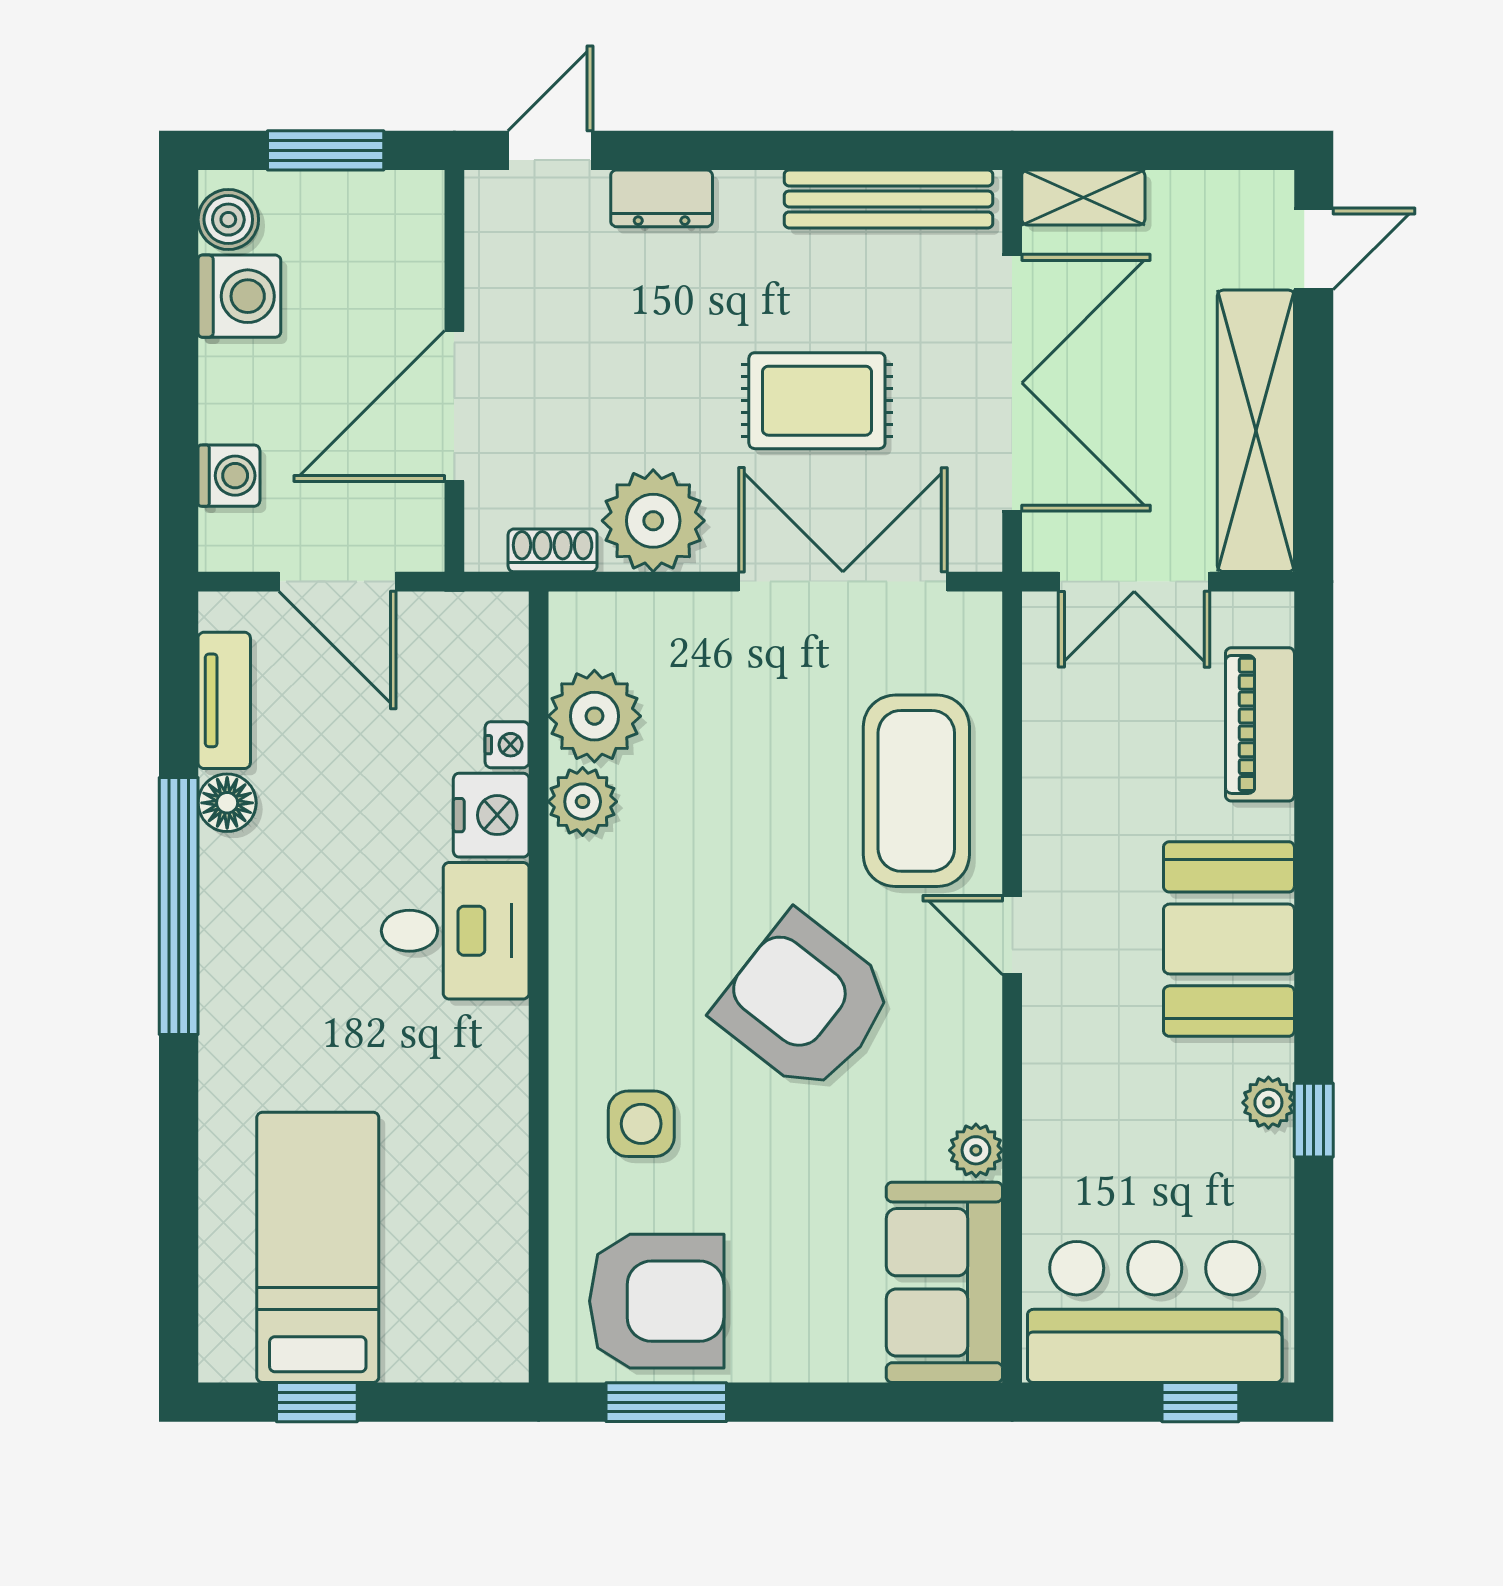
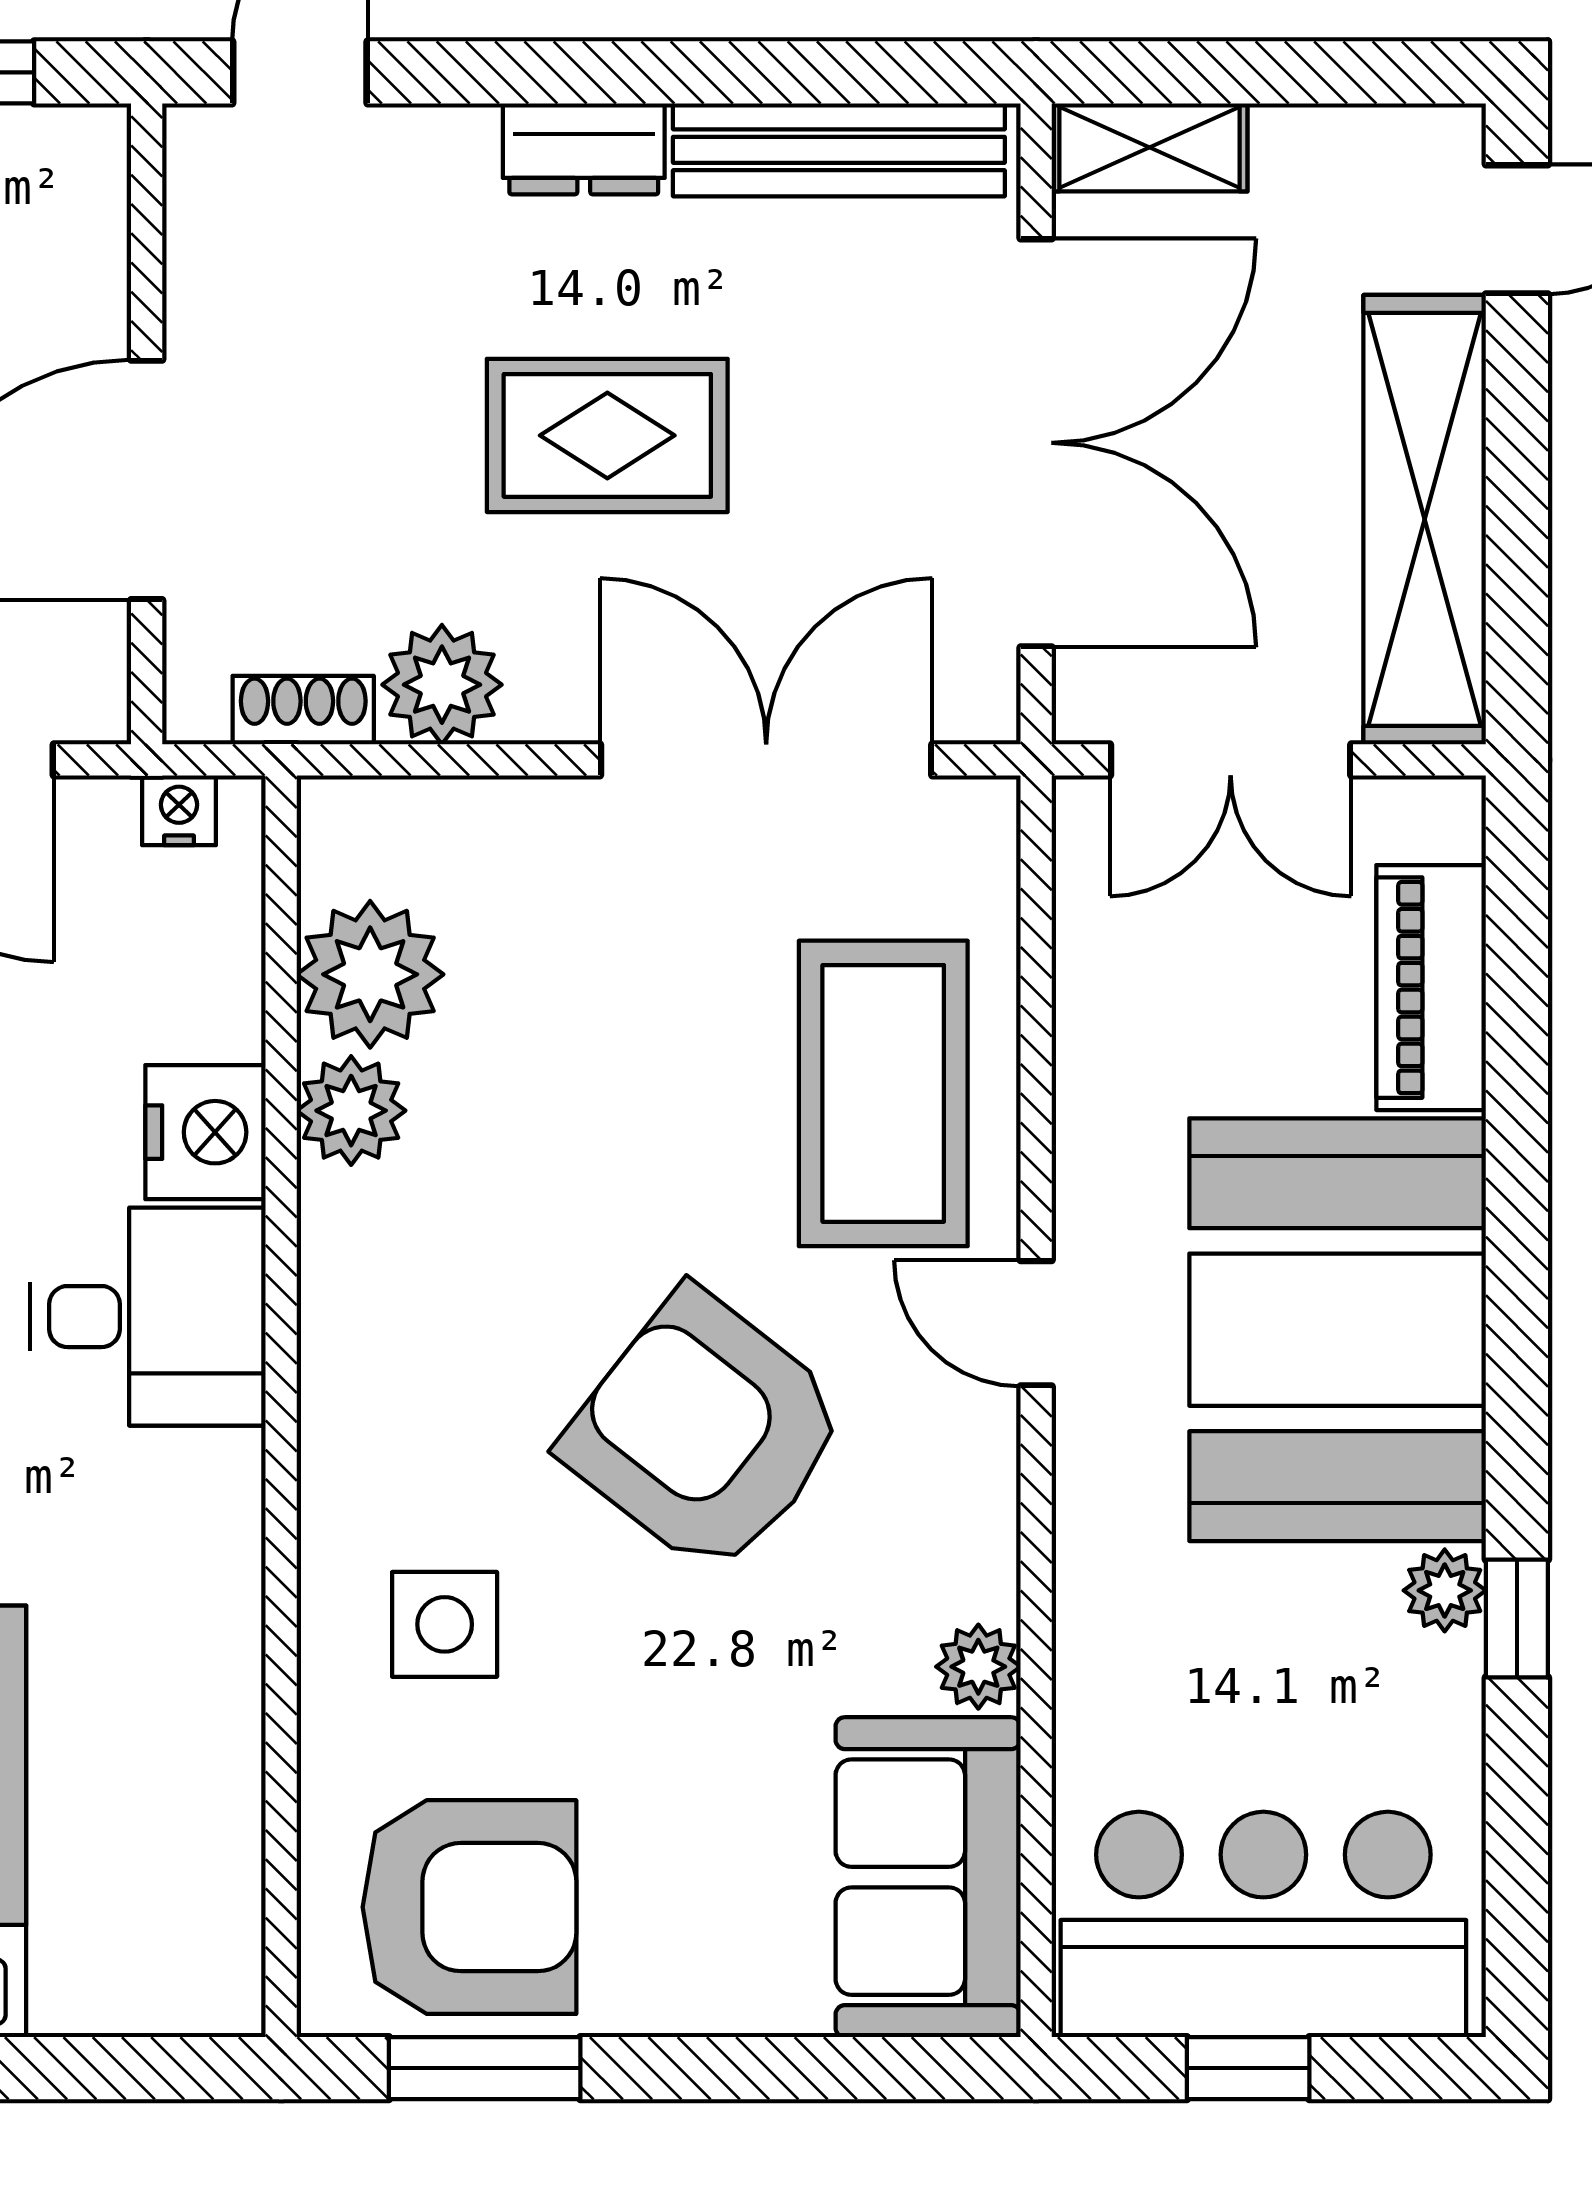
dresser: (662, 198) -> (584, 149), moved
rug: (817, 401) -> (607, 435), moved
plant: (653, 521) -> (442, 685), width x0.73, depth x0.73
nightstand: (507, 745) -> (179, 810), moved, turned -90
booth: (1229, 939) -> (1338, 1330), width x1.36, depth x1.42
window: (1200, 1402) -> (1248, 2068), moved

